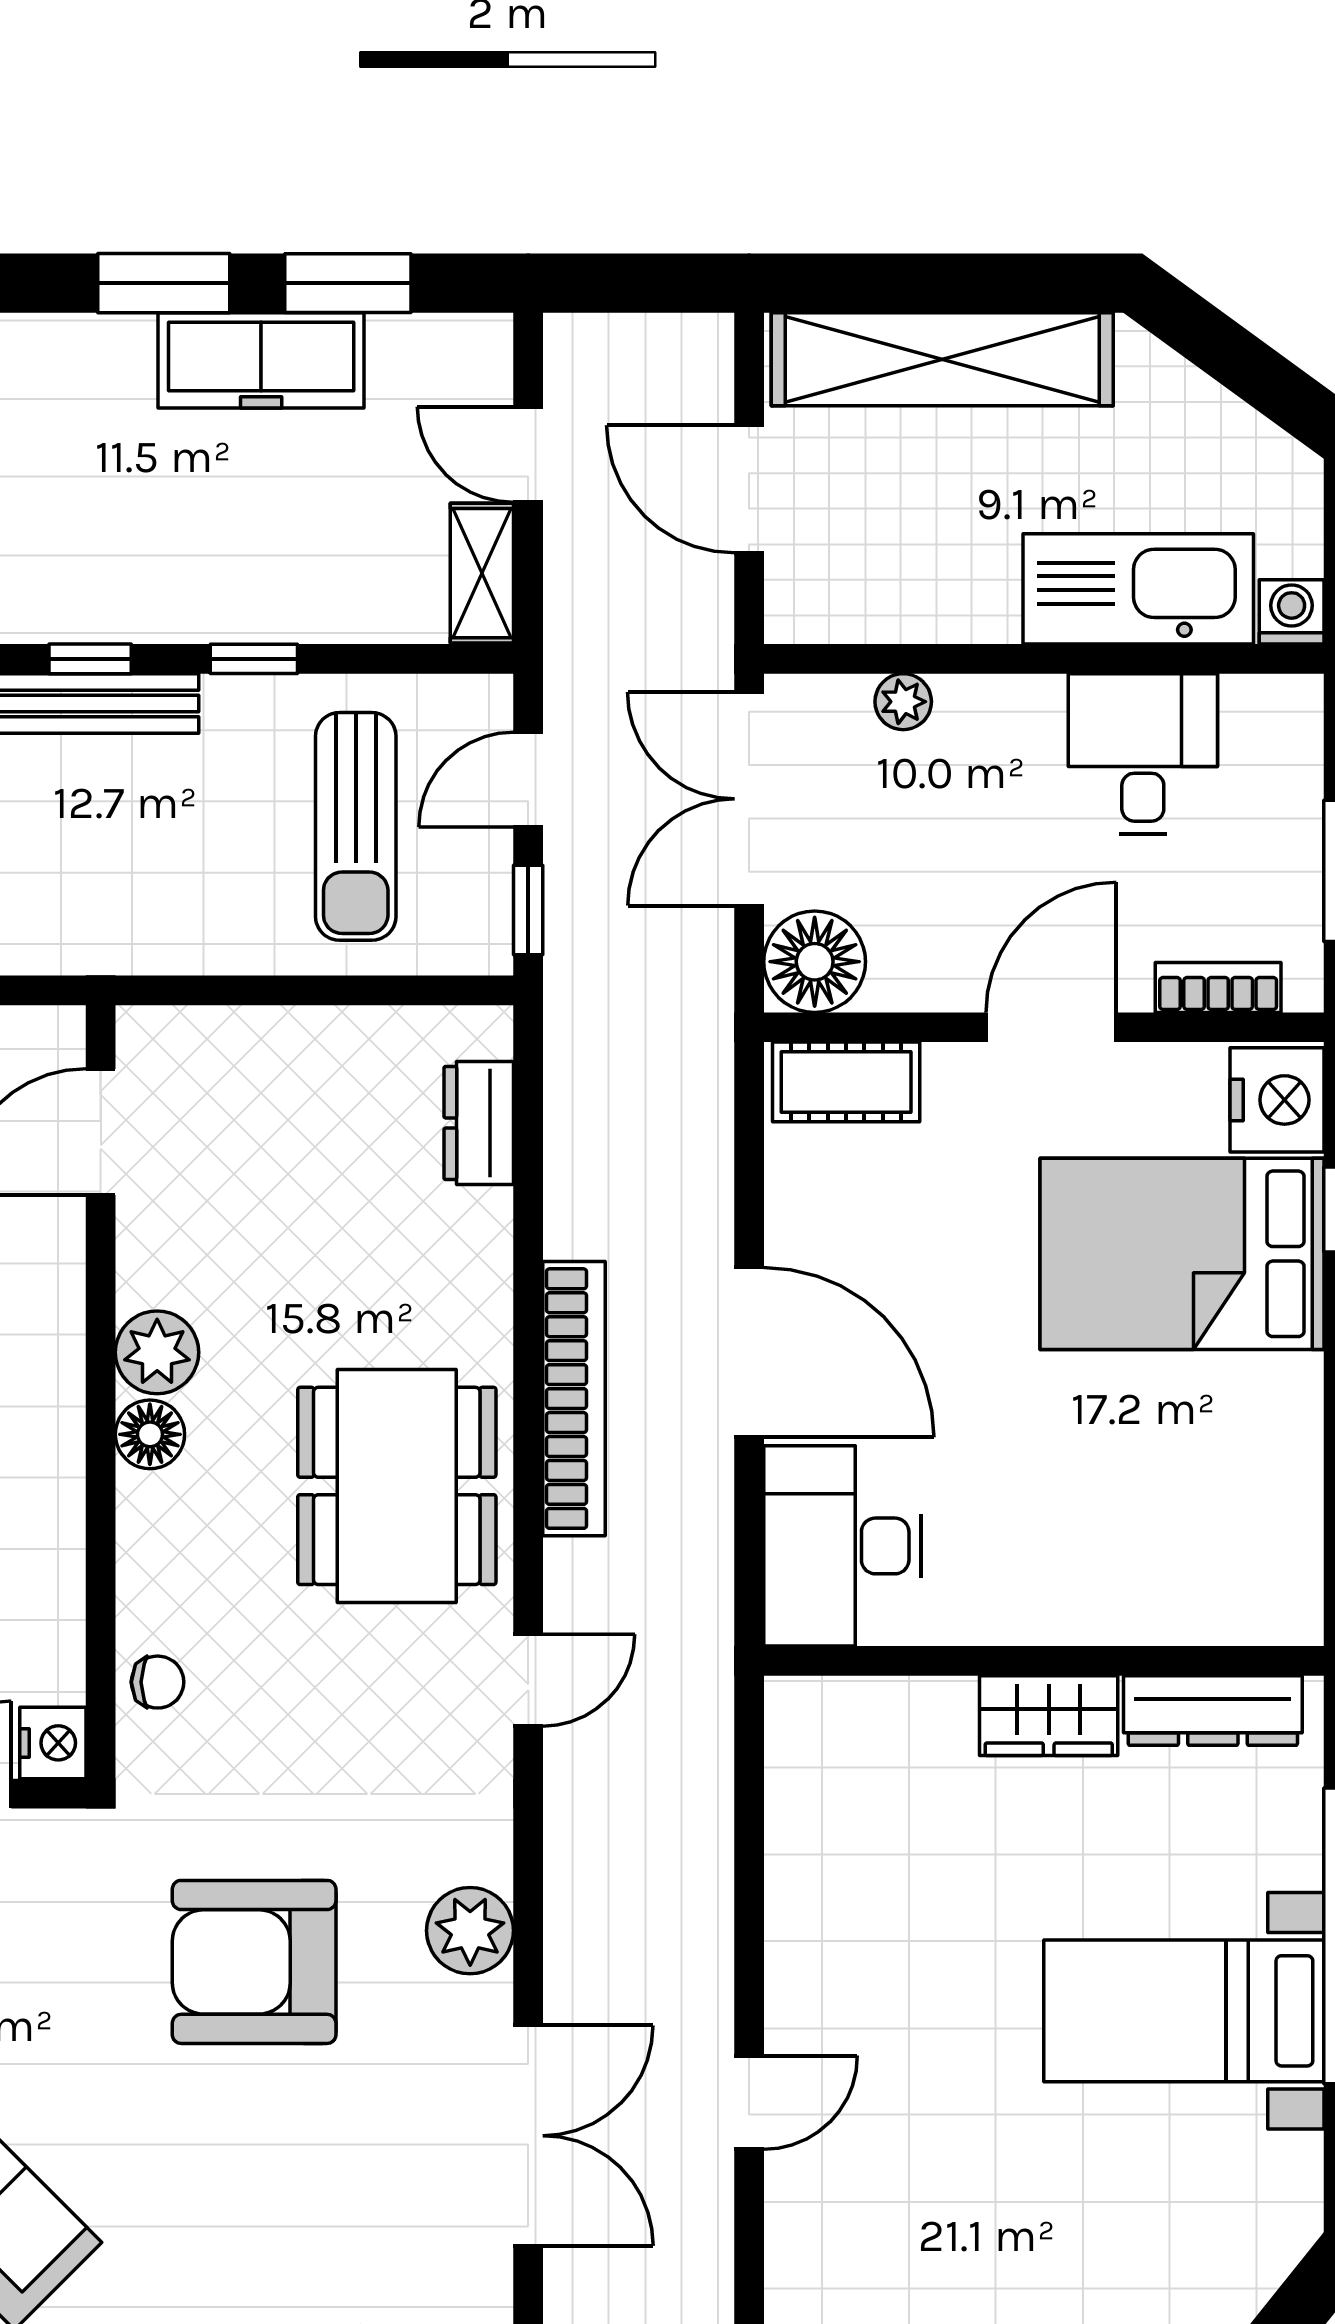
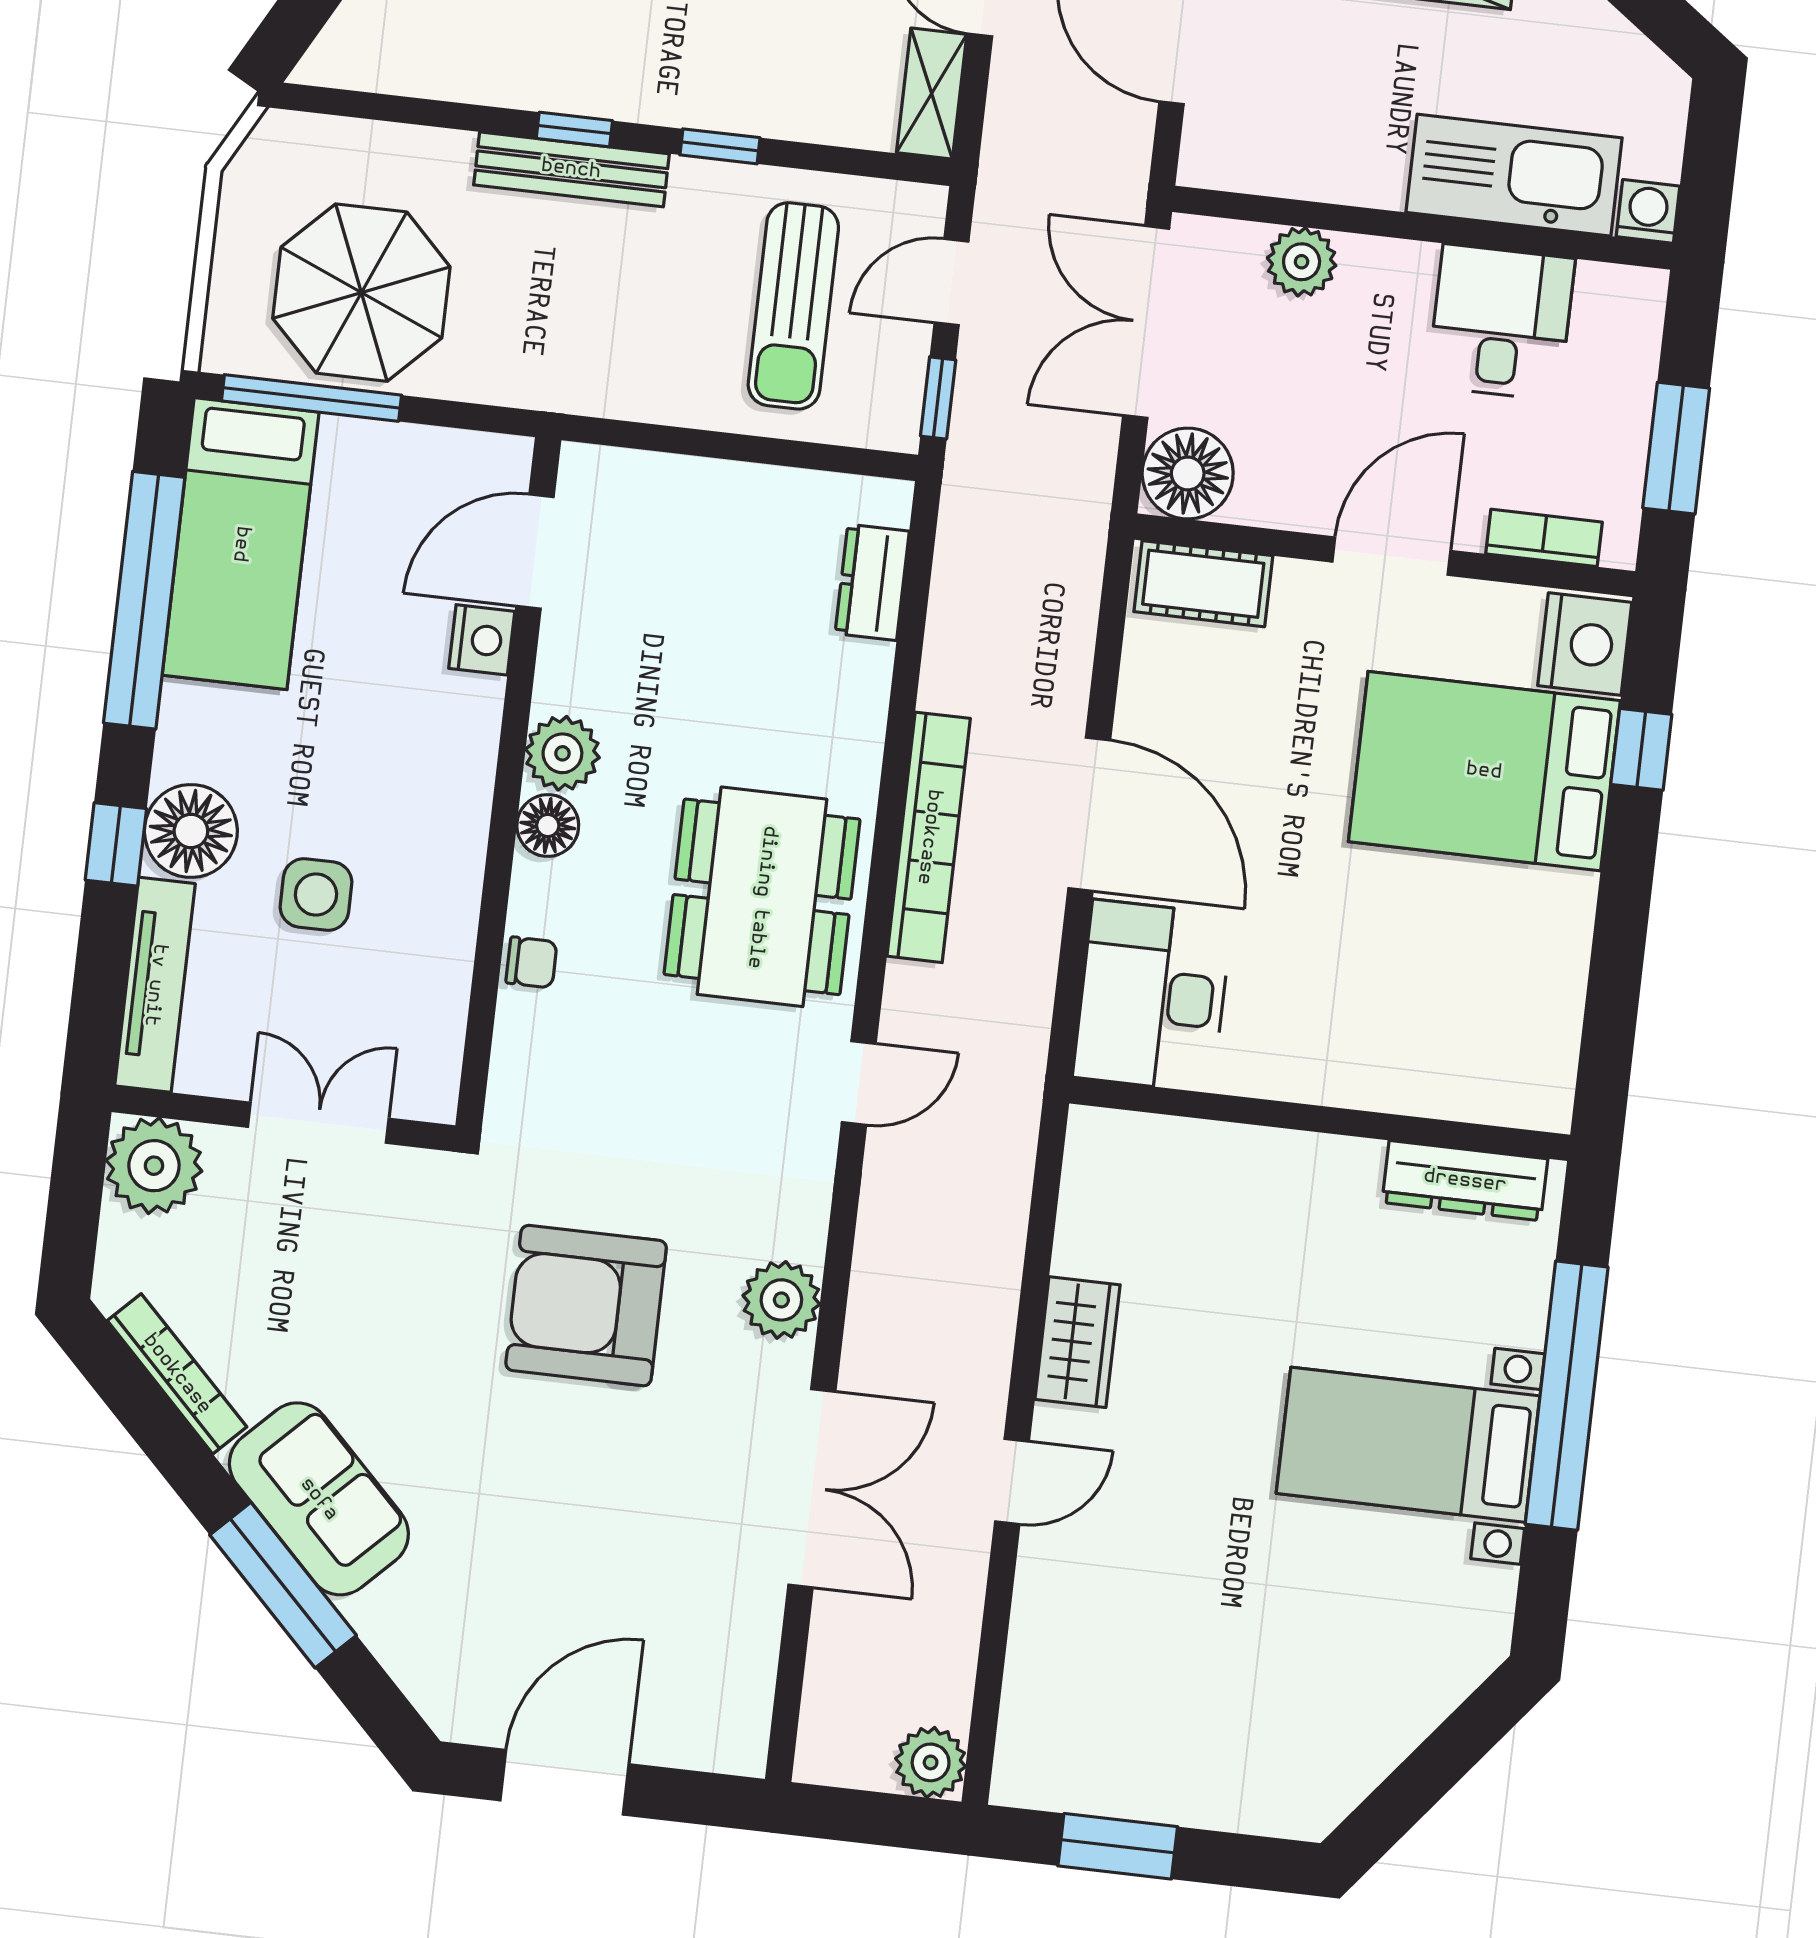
plant: (903, 702) -> (1302, 262), width x1.38, depth x1.38
chair: (158, 1682) -> (531, 962), moved
wardrobe: (1049, 1716) -> (1077, 1342), moved, turned -90
nightstand: (53, 1743) -> (482, 640), moved

